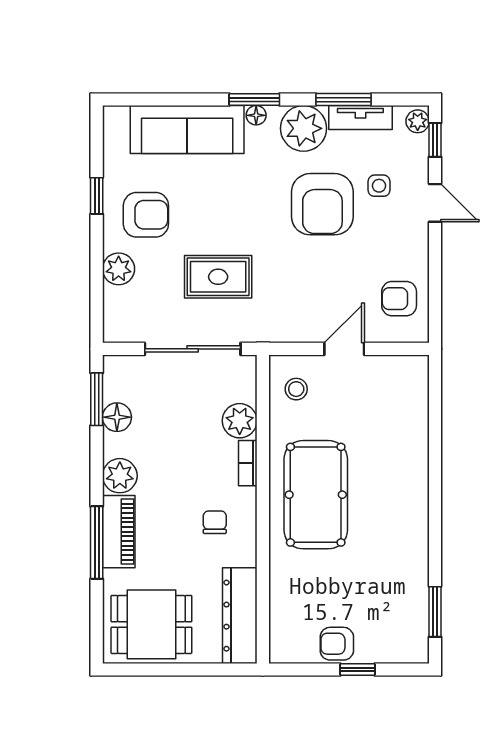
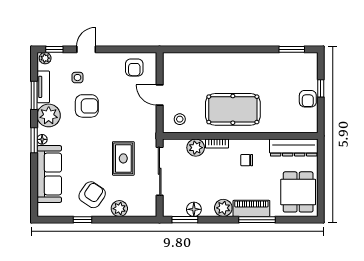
armchair: (322, 204) -> (87, 106), width x0.73, depth x0.73
armchair: (146, 215) -> (92, 195), turned 34

